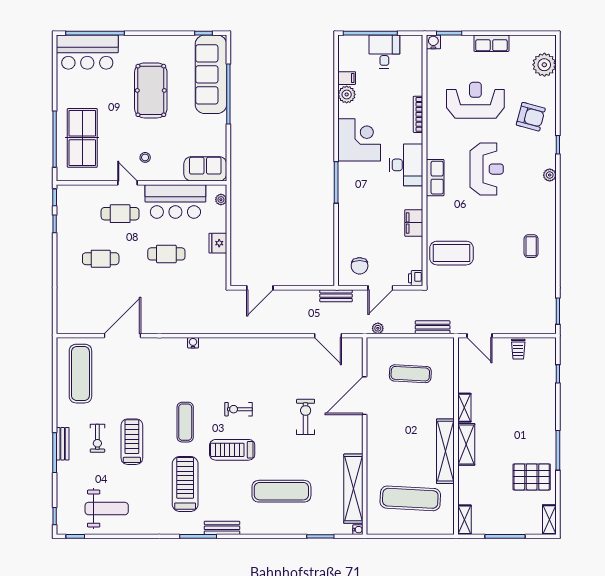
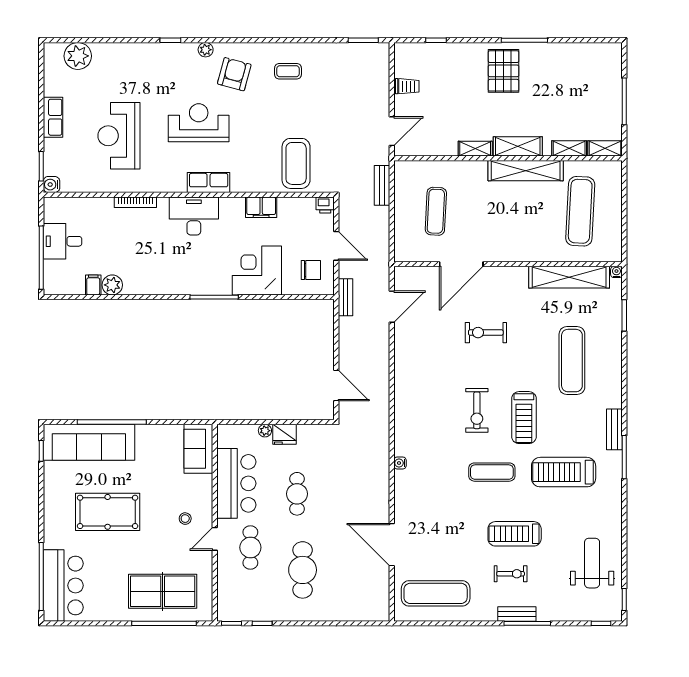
armchair: (531, 117) -> (234, 74), moved
corner desk: (359, 140) -> (257, 270), moved
plant: (221, 200) -> (265, 431), moved
cafe table: (101, 259) -> (303, 570), width x1.37, depth x1.35
plant: (378, 328) -> (383, 249), removed
door: (365, 396) -> (461, 264), hinge flipped
exercise bike: (238, 409) -> (477, 410), width x1.38, depth x1.39
pallet: (532, 477) -> (504, 71), moved
shelving: (549, 520) -> (569, 148), moved

